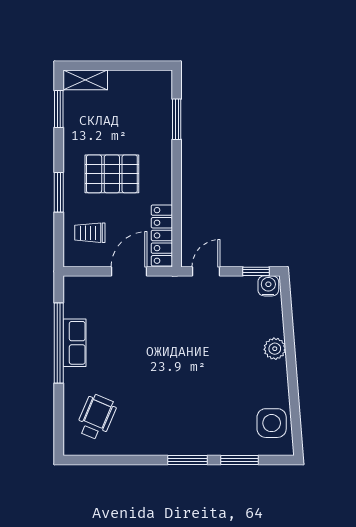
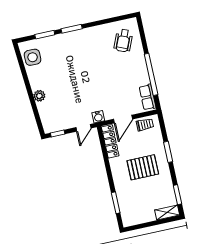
trolley: (90, 233) -> (145, 125), moved
water cooler: (268, 286) -> (98, 117), moved
row of seats: (74, 343) -> (148, 97), moved

